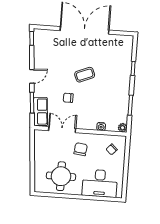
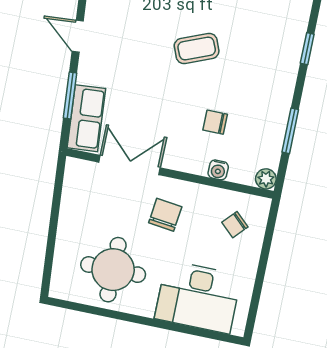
door: (32, 76) -> (78, 36), swing flipped
chair: (68, 98) -> (215, 122), moved

